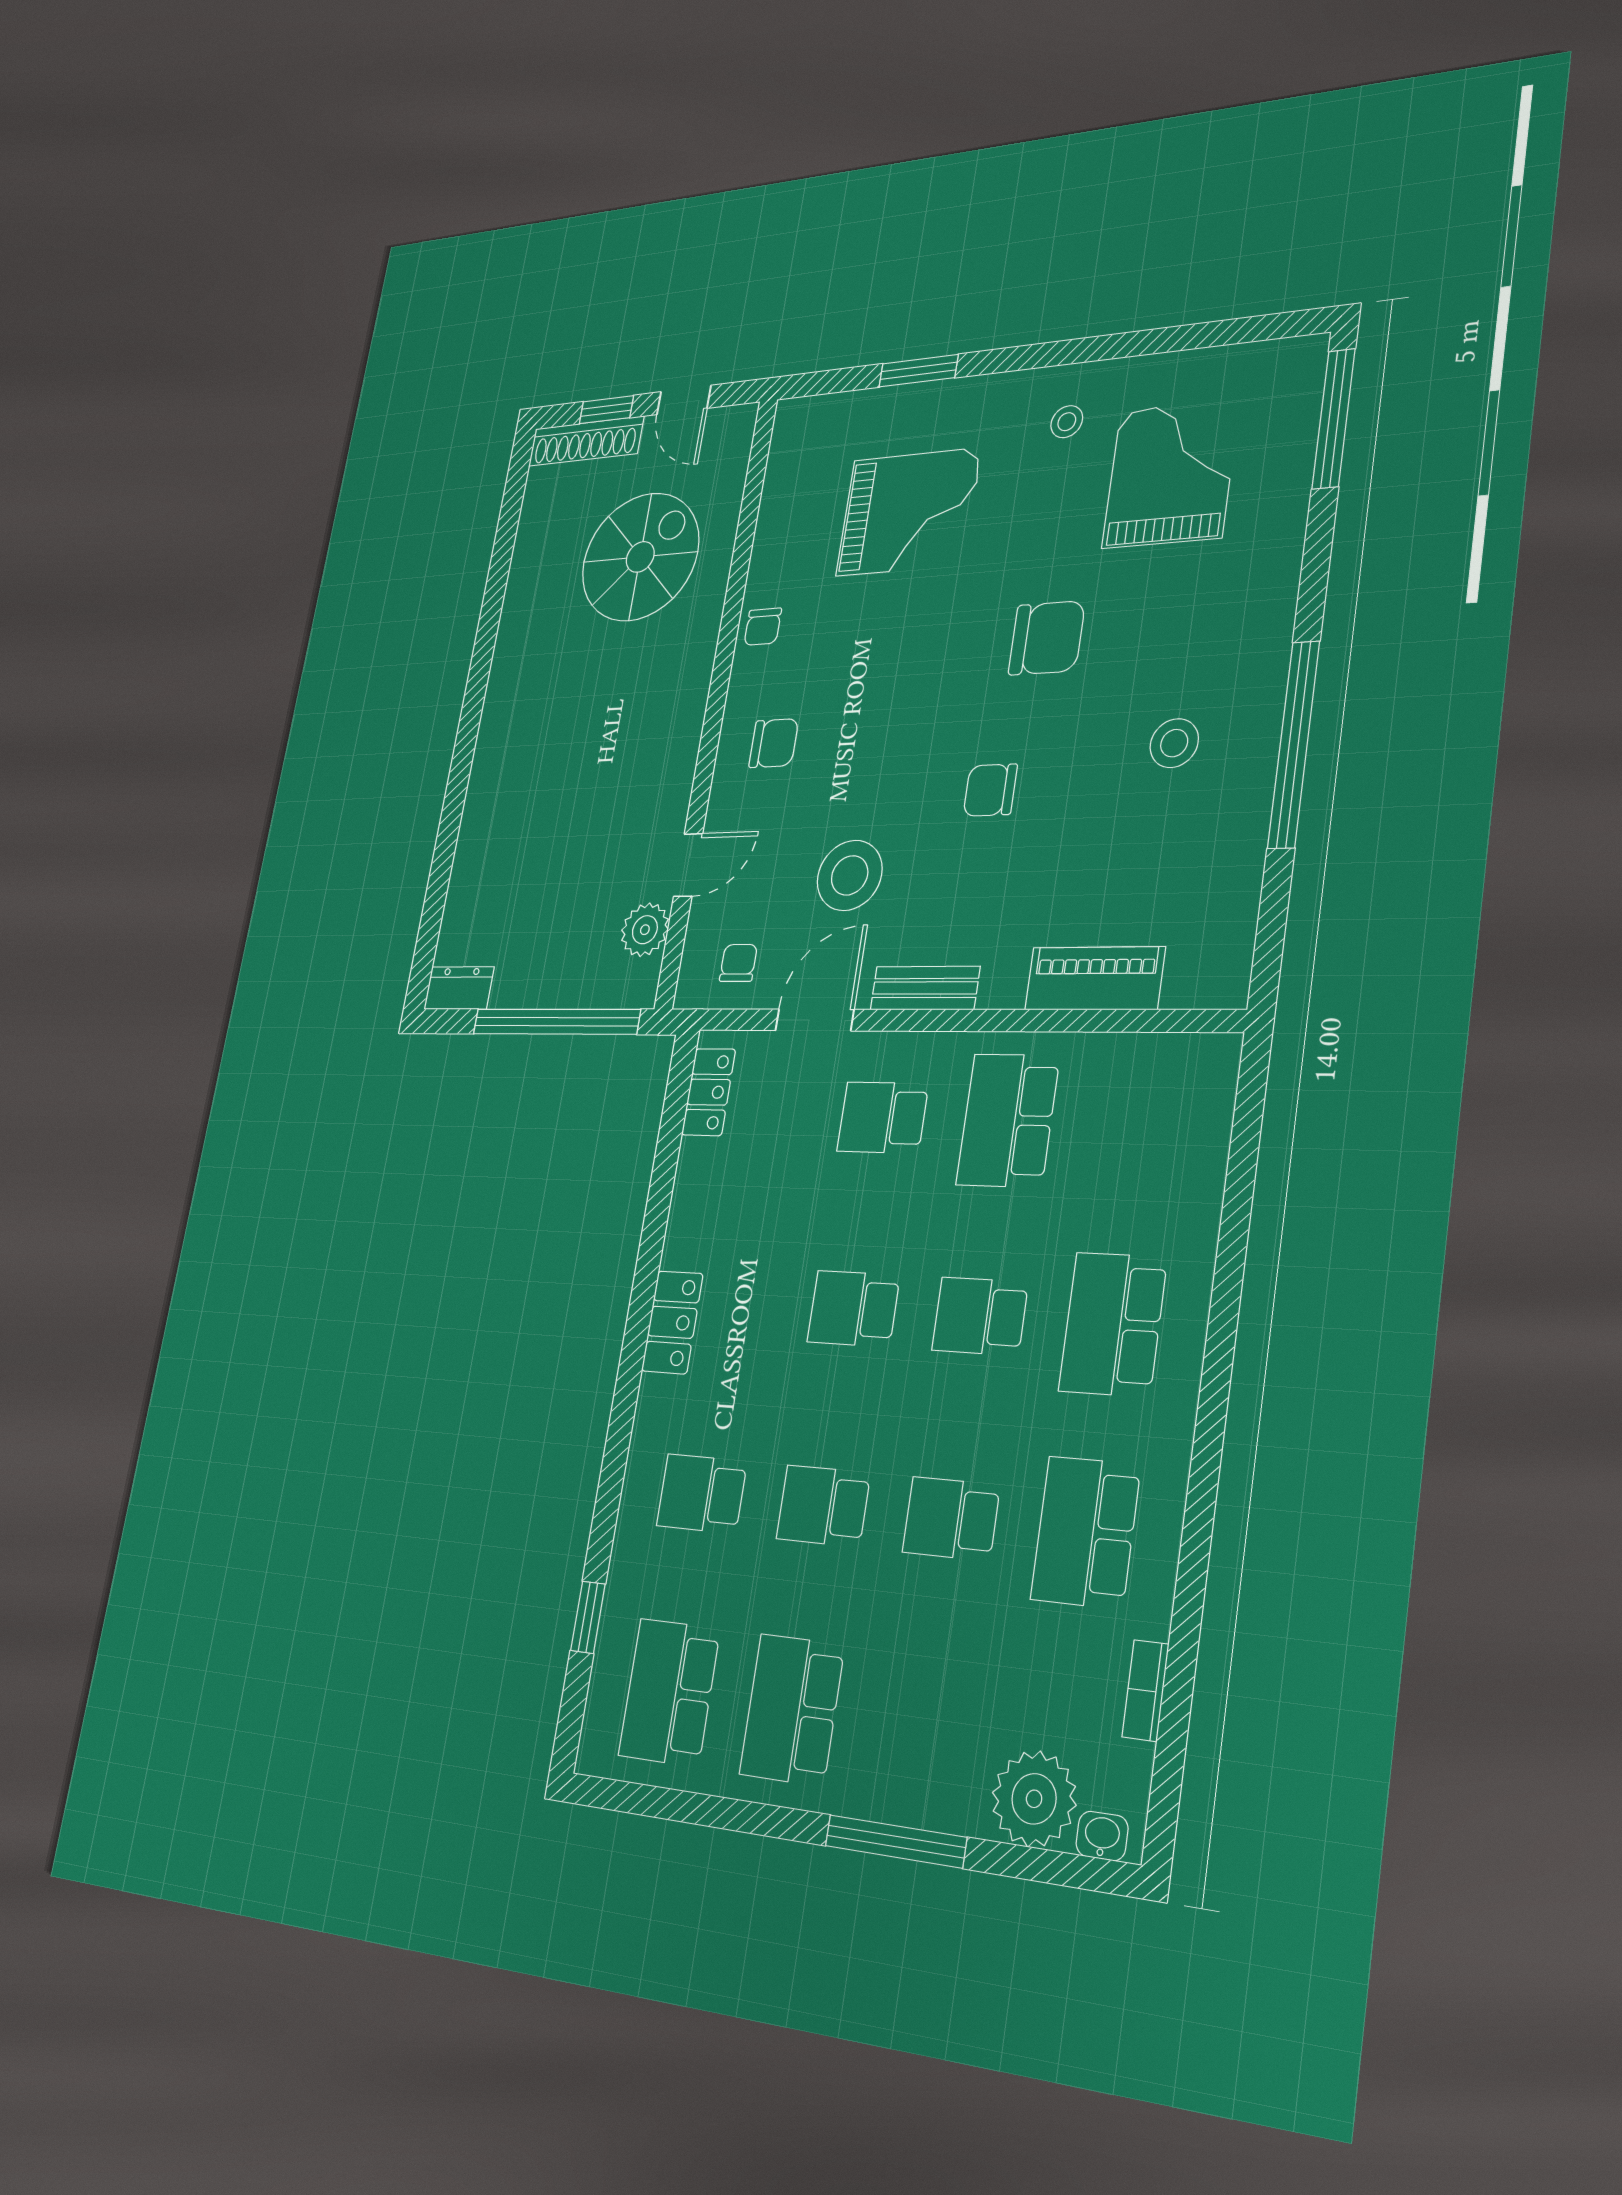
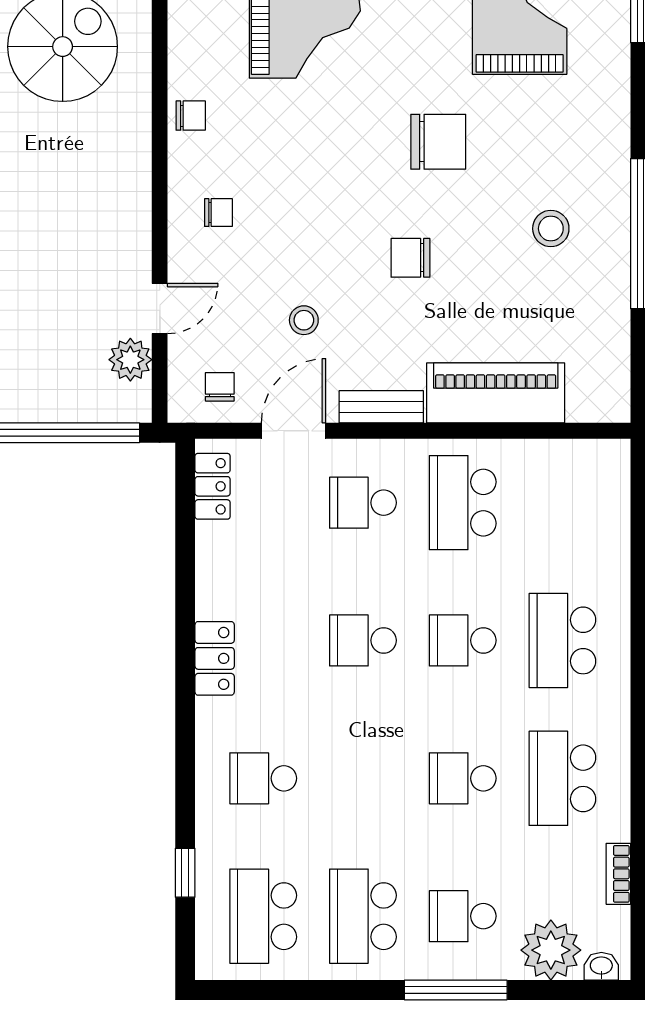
chair: (763, 627) -> (191, 116), turned -90
chair: (774, 743) -> (218, 213), width x0.73, depth x0.73
stool: (850, 875) -> (304, 320), width x0.53, depth x0.53
piano: (1095, 978) -> (496, 393), width x1.37, depth x1.33
school desk: (823, 1506) -> (463, 916), moved

